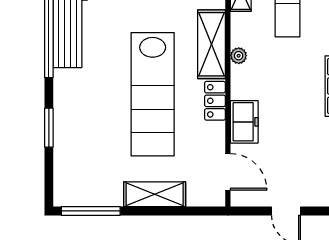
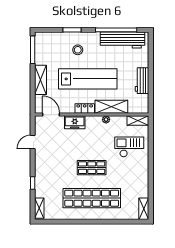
lab bench: (153, 94) -> (88, 79), turned 180
stool: (91, 115) -> (78, 50), added
door: (228, 172) -> (51, 115), swing flipped

